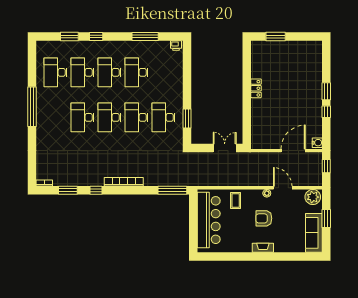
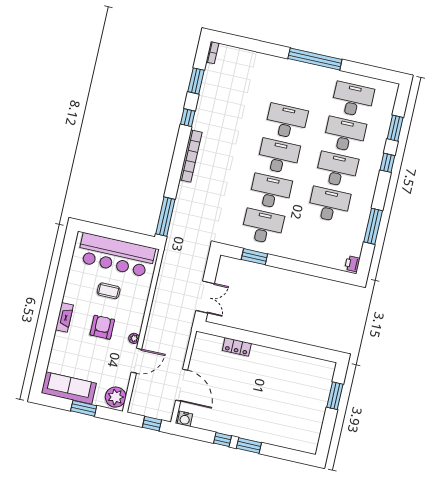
locker: (256, 88) -> (237, 347), moved
coffee table: (236, 200) -> (109, 291), moved

